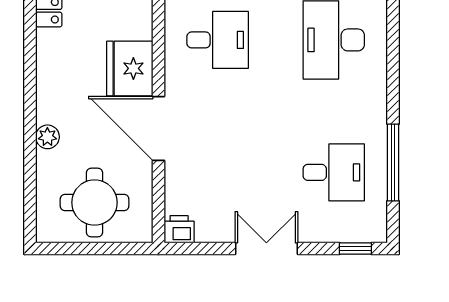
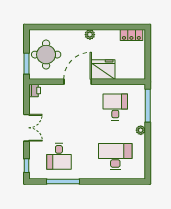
desk: (218, 40) -> (115, 107), turned 180
plant: (47, 137) -> (90, 35), moved
window: (116, 249) -> (26, 64), added

